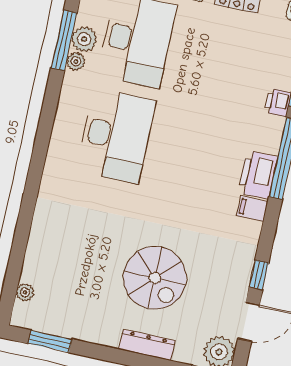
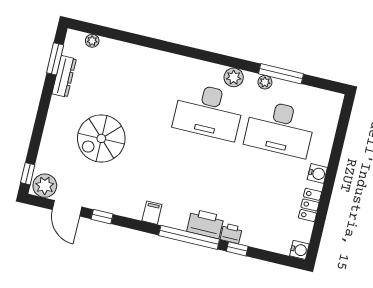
plant: (84, 39) -> (234, 77), moved
printer: (258, 175) -> (205, 224), moved
dresser: (147, 345) -> (64, 76), moved

